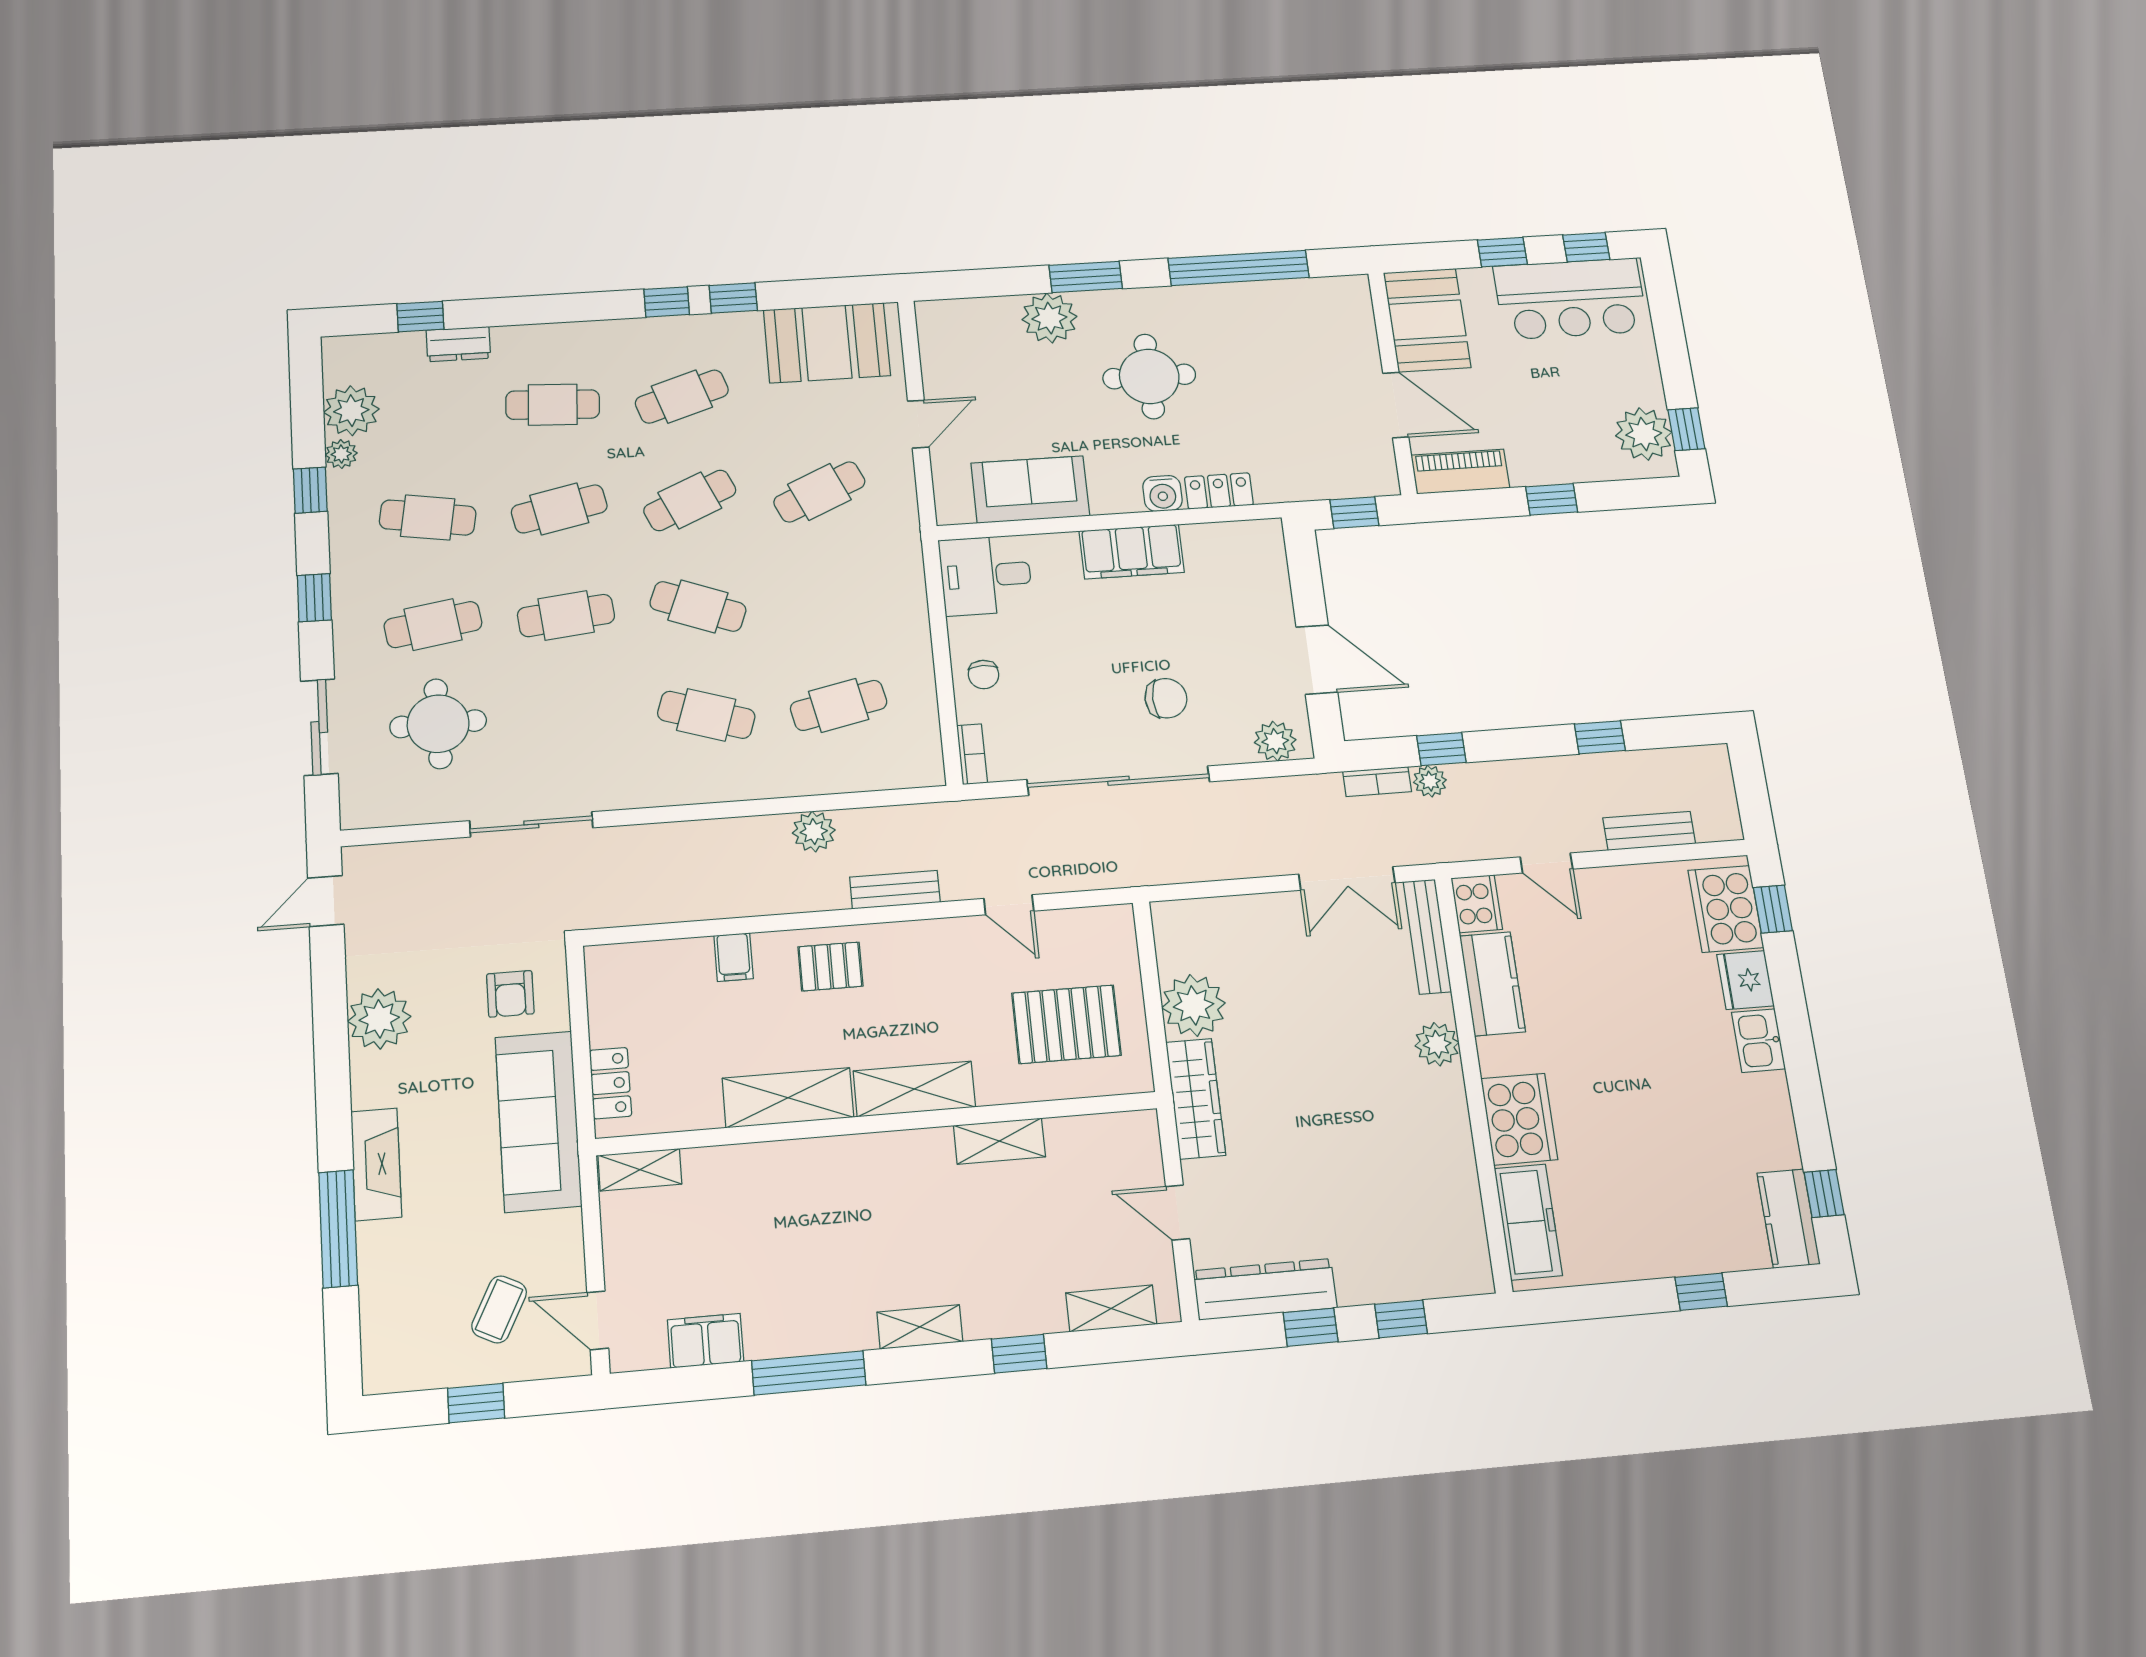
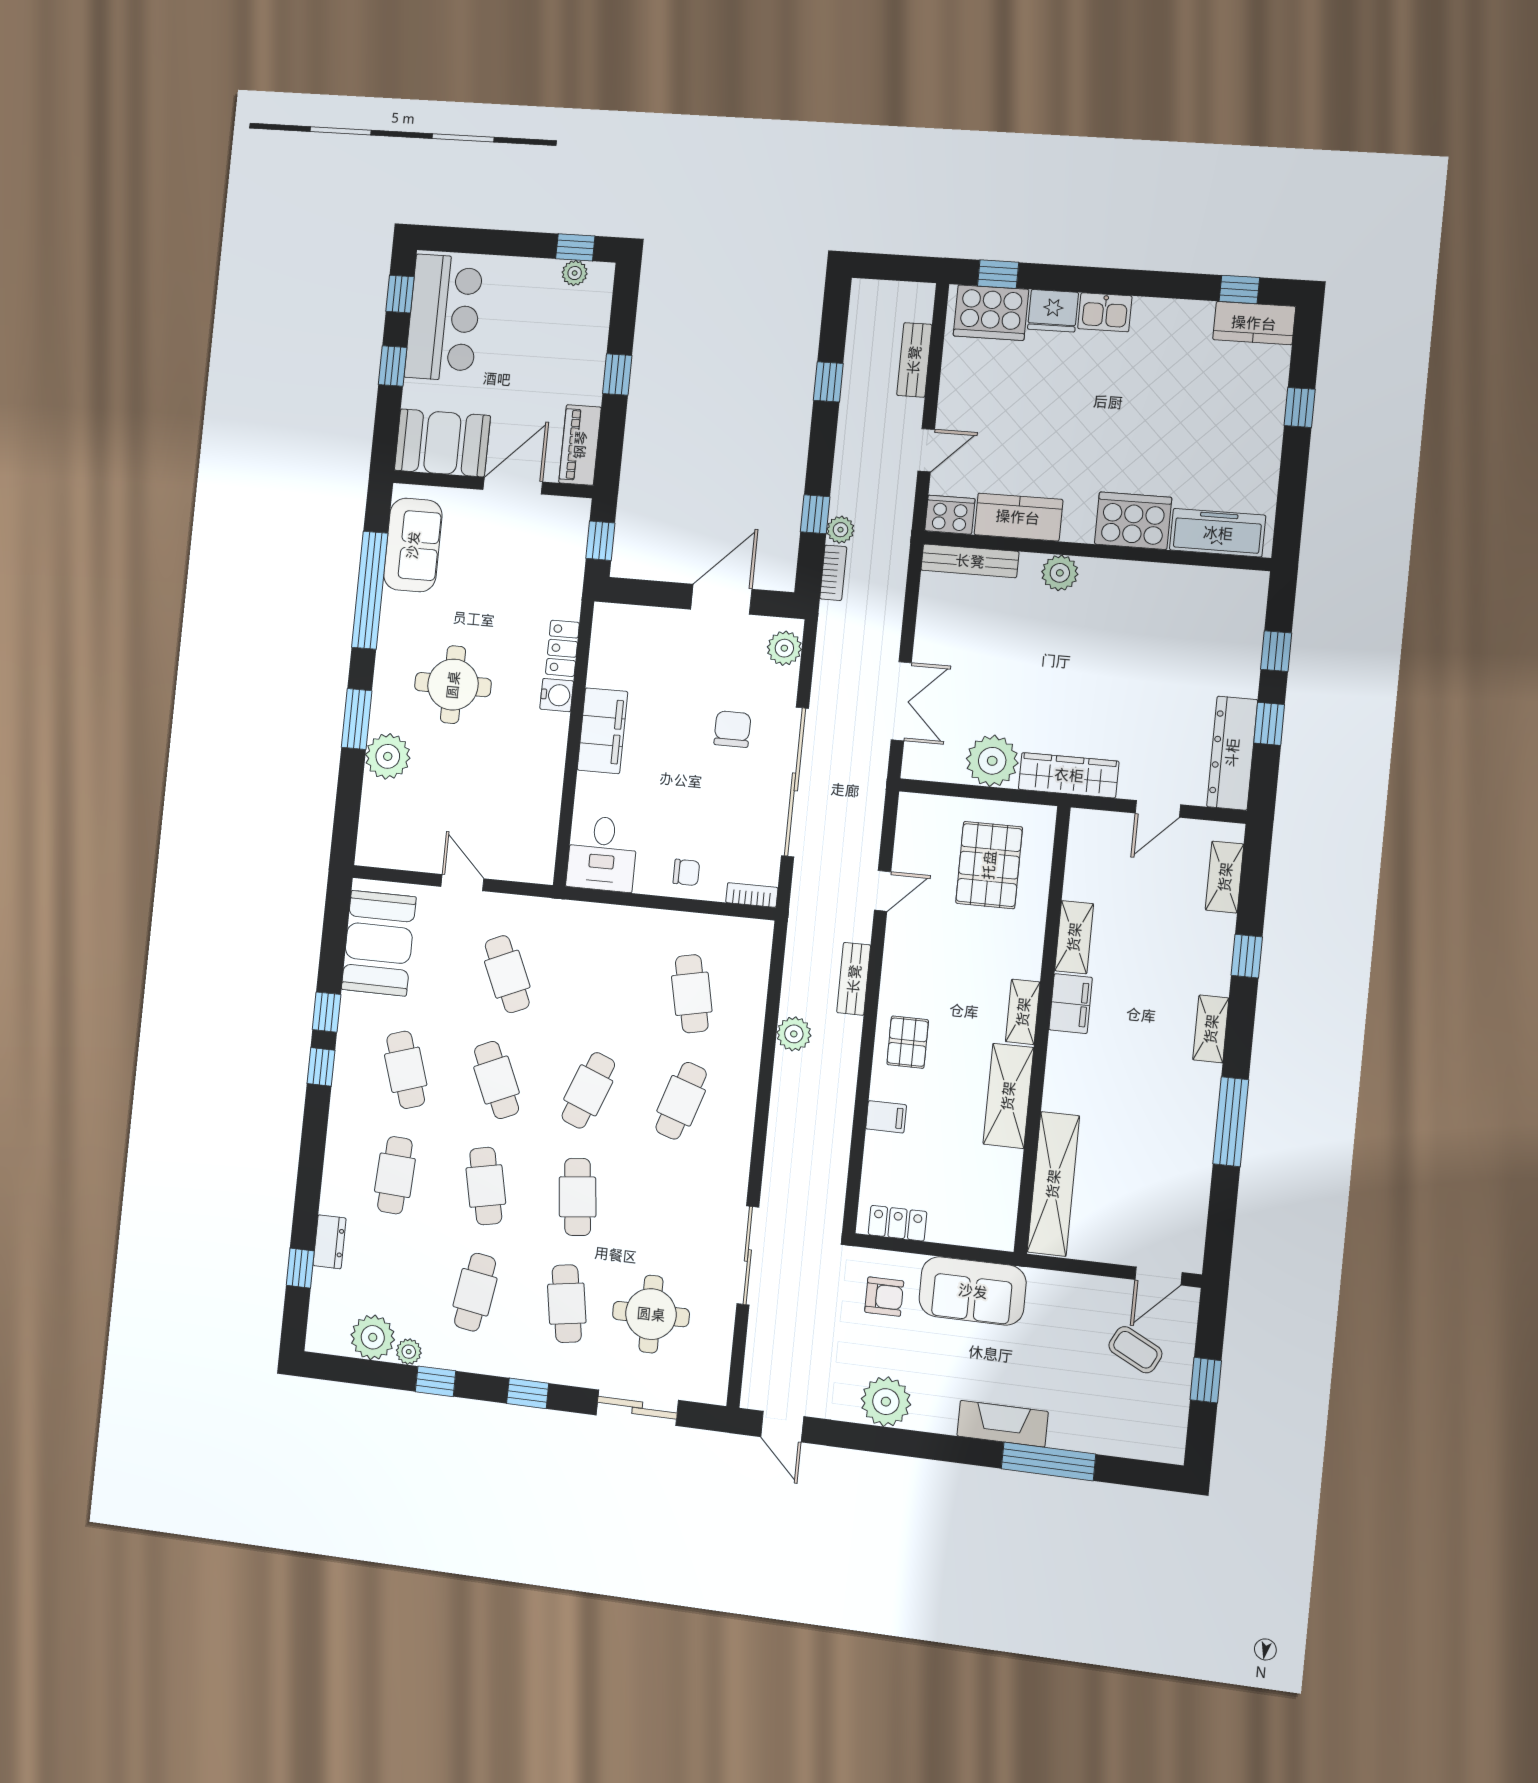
plant: (1644, 434) -> (575, 273), width x0.53, depth x0.53
sofa: (1030, 489) -> (413, 545), moved, turned 180
double door: (1347, 879) -> (901, 701), moved
locker: (610, 1083) -> (898, 1223), moved
shelving: (914, 1089) -> (1023, 1012), width x0.67, depth x0.75
sofa: (538, 1121) -> (973, 1291), width x0.73
shelving: (640, 1170) -> (1053, 1184), width x2.20, depth x1.33
filing cabinet: (706, 1341) -> (1071, 1004), moved, turned 180

